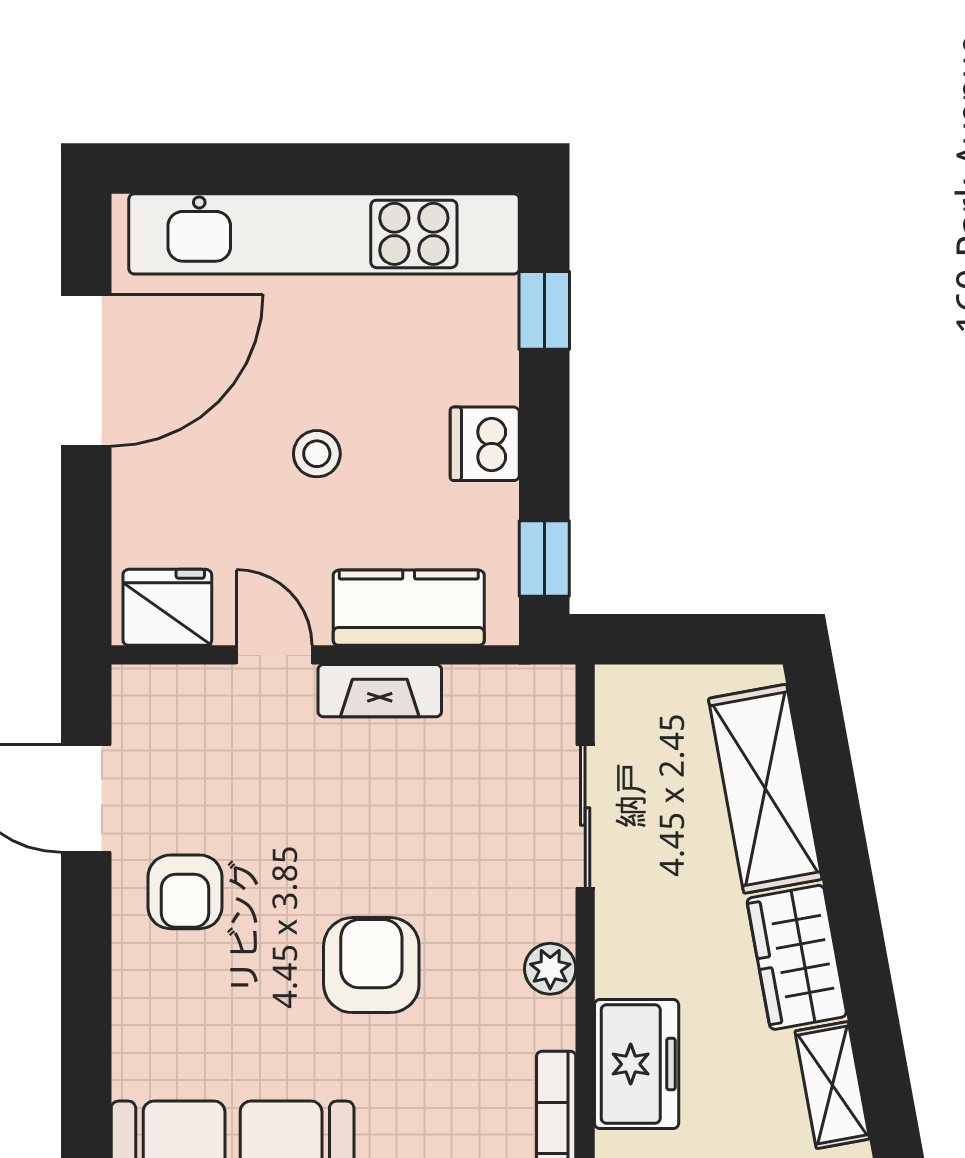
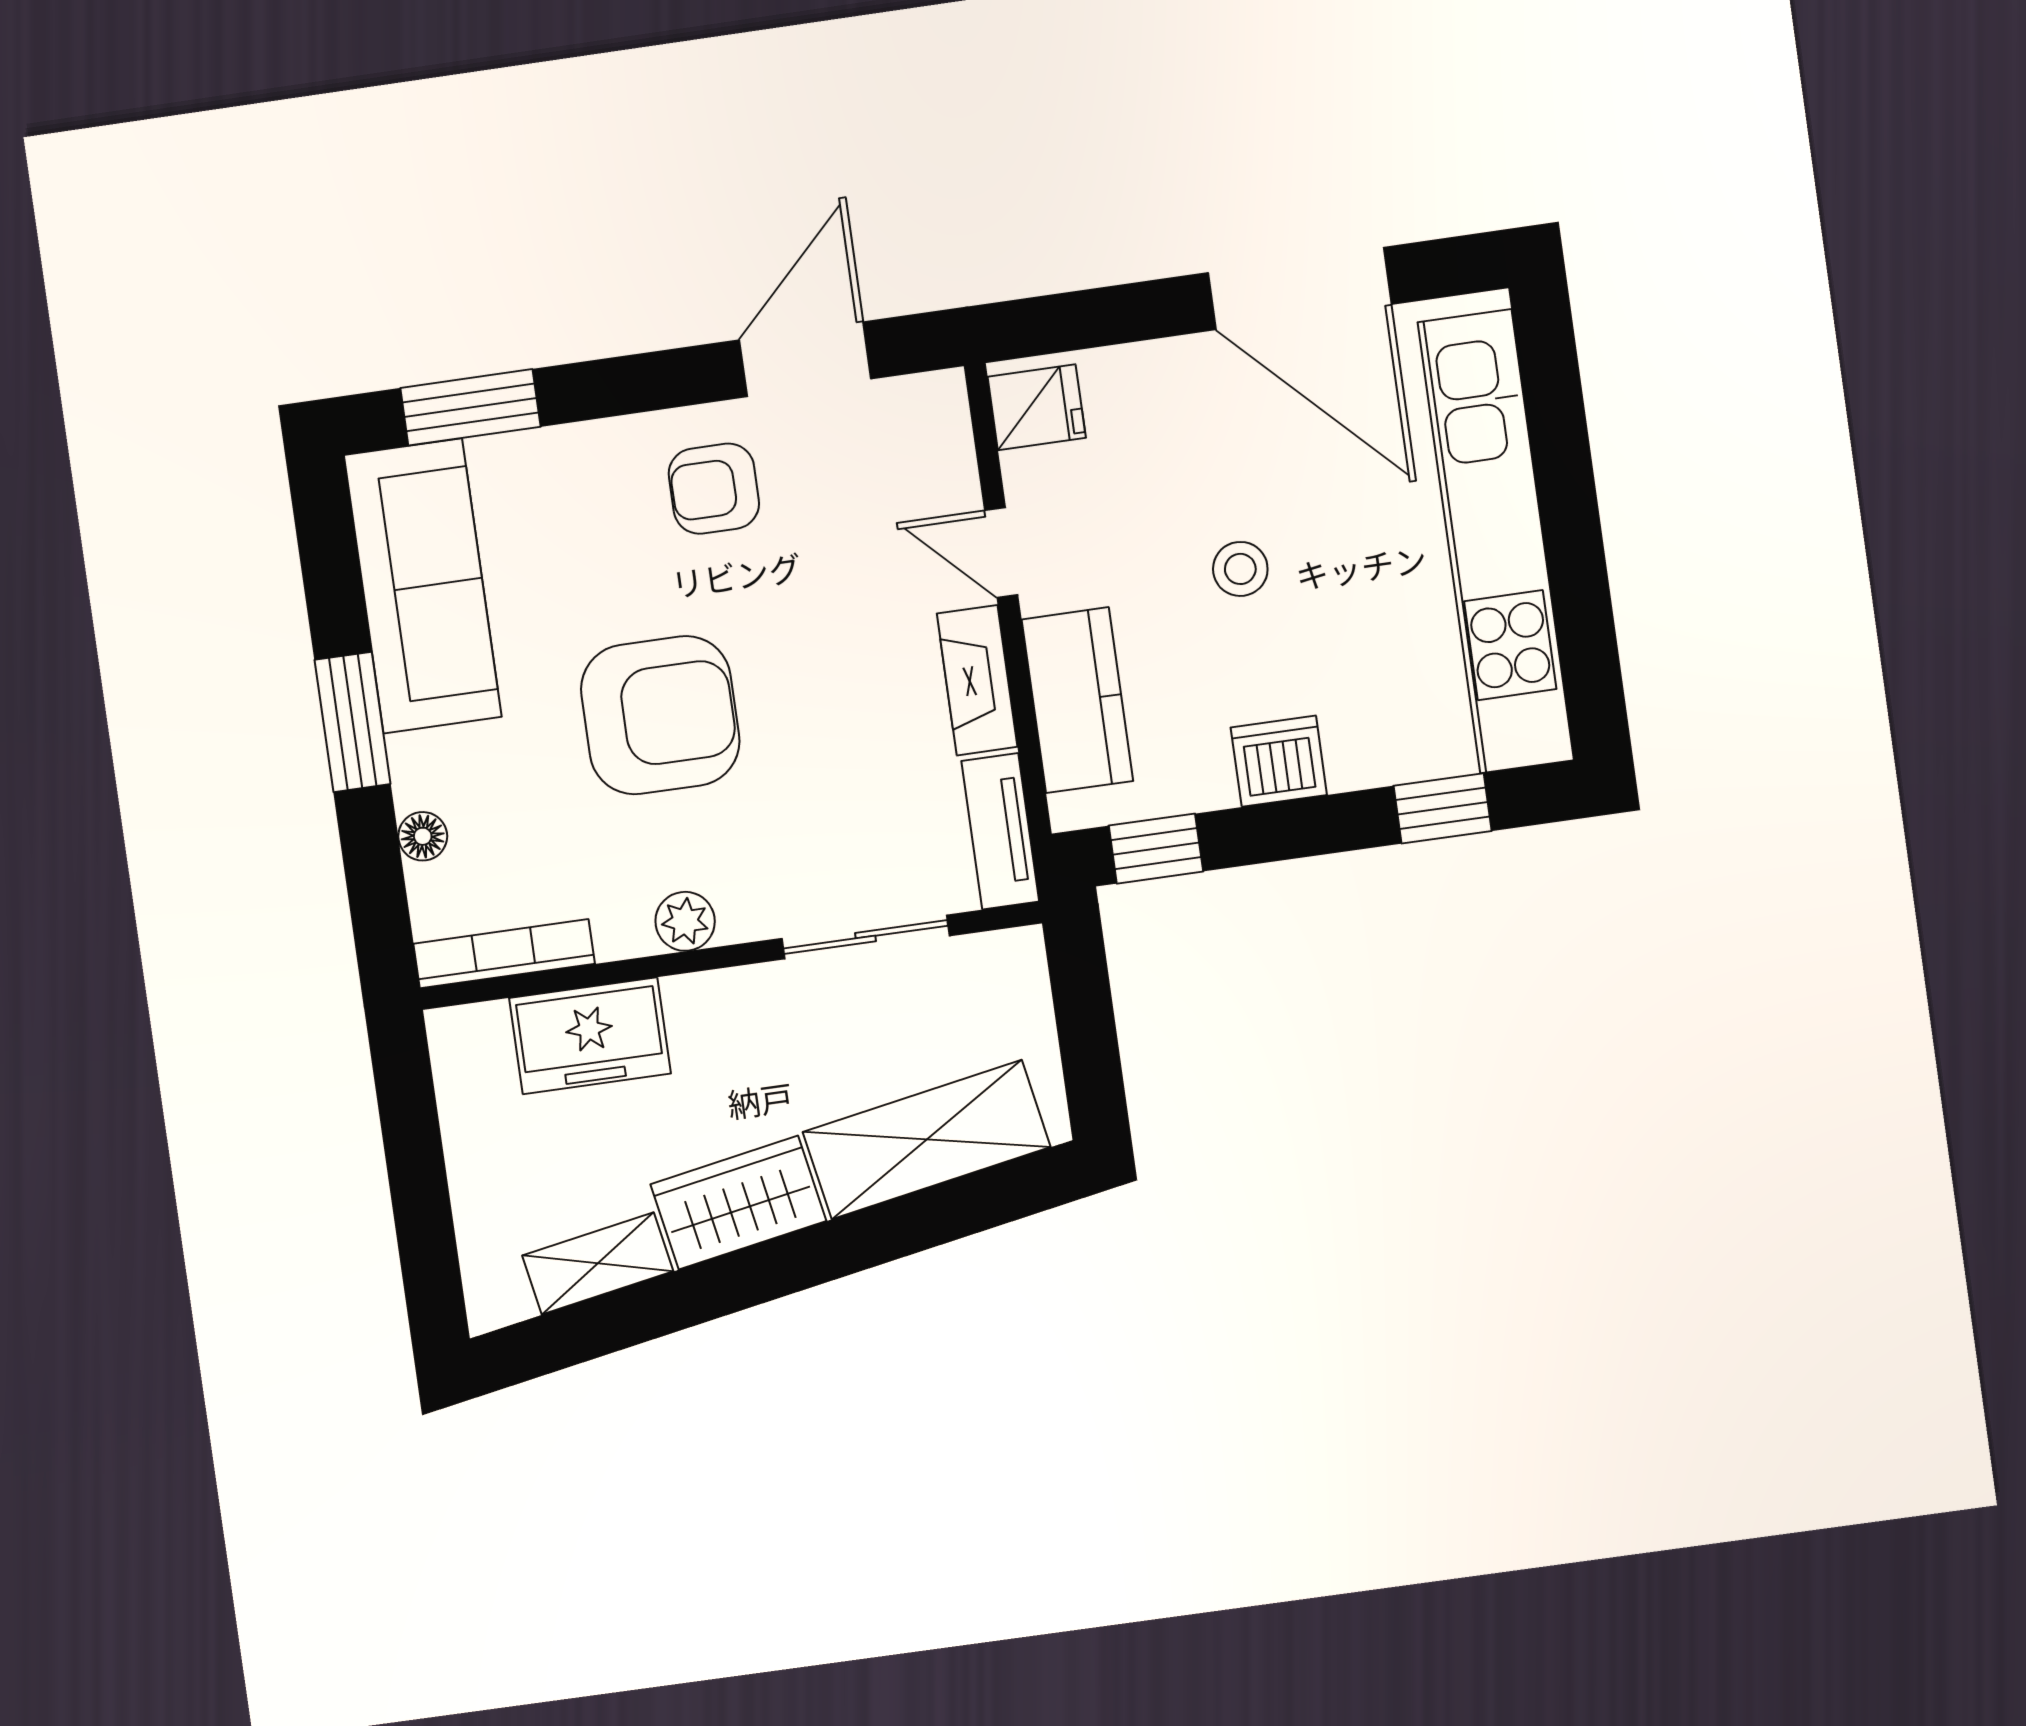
fridge: (167, 607) -> (1037, 407), width x0.72
door: (274, 655) -> (1001, 553), swing flipped
tv unit: (511, 689) -> (1000, 831), added
armchair: (371, 965) -> (660, 715), width x1.36, depth x1.36
window: (86, 1090) -> (470, 407), added

